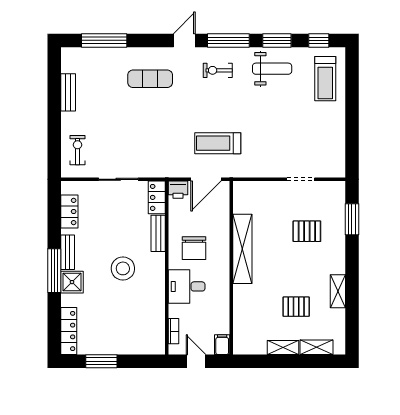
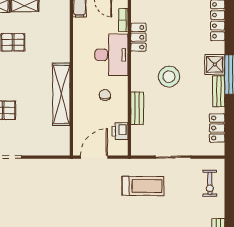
treadmill: (218, 143) -> (143, 186), moved
printer: (178, 190) -> (120, 131), moved, turned -90
locker: (157, 197) -> (138, 37), moved
chair: (194, 248) -> (105, 95), width x0.54, depth x0.54
desk: (187, 286) -> (111, 55), width x1.37

